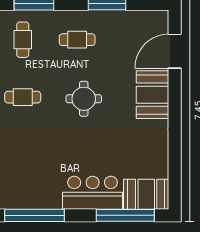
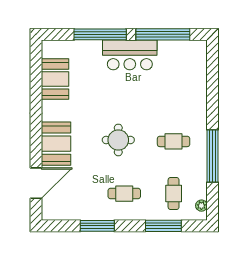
bar counter: (93, 193) -> (130, 55), moved
booth: (146, 194) -> (55, 79), moved, turned 90
window: (125, 215) -> (100, 34), moved

